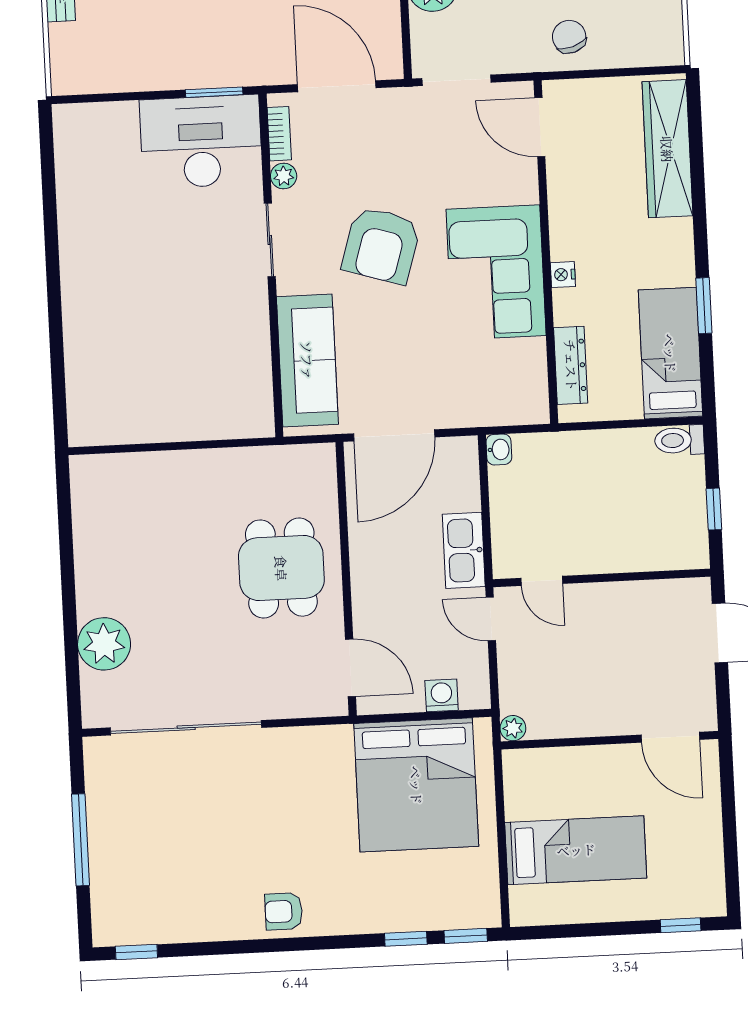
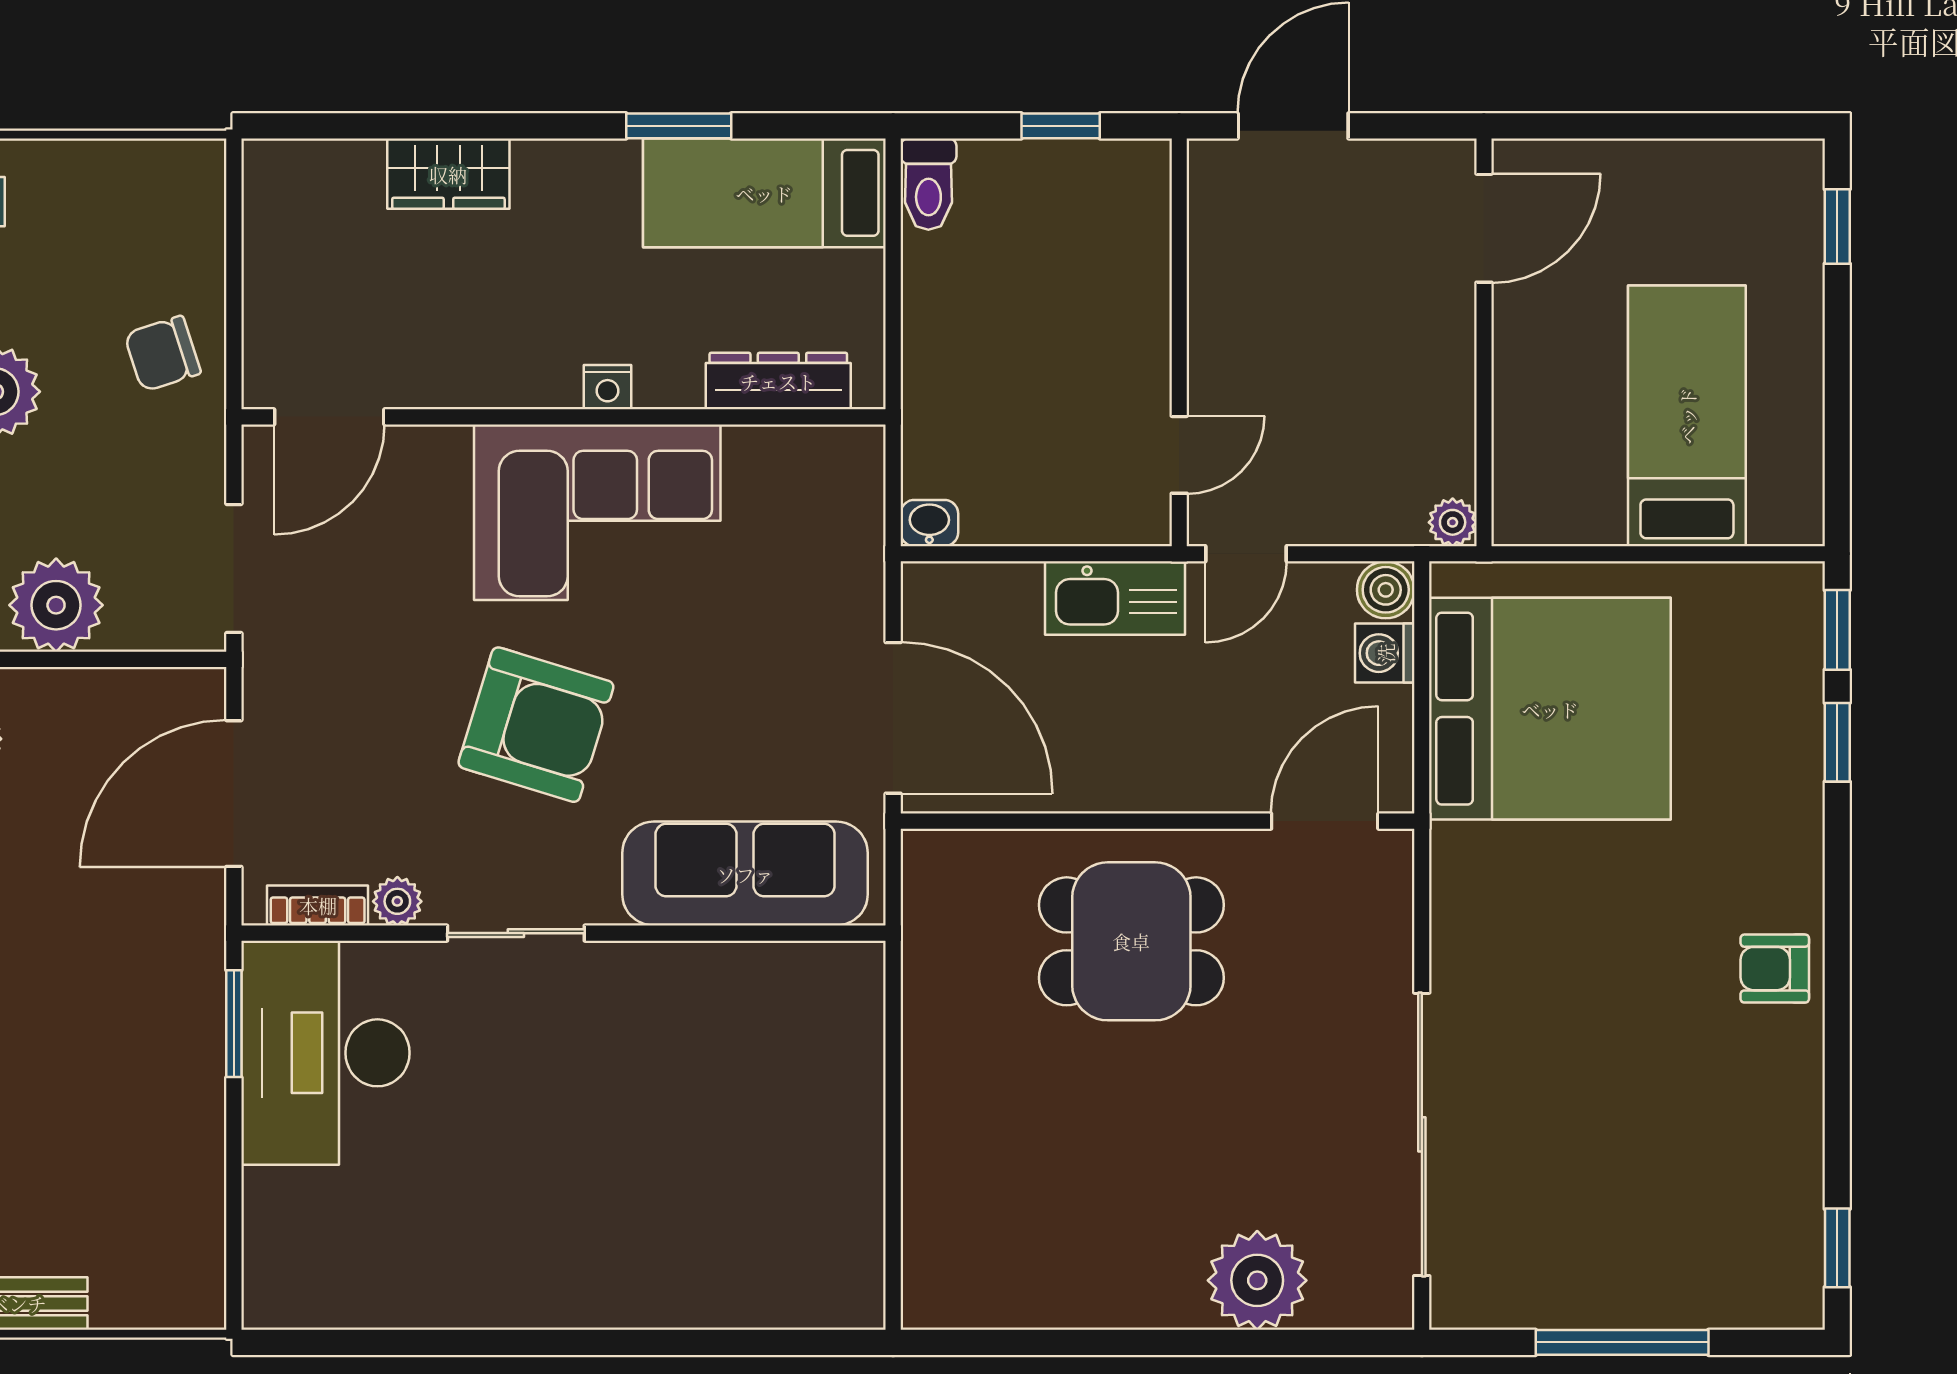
wardrobe: (667, 149) -> (448, 174), width x0.48, depth x0.85
boiler: (475, 694) -> (1386, 590), added
armchair: (284, 911) -> (1775, 969), turned 90

